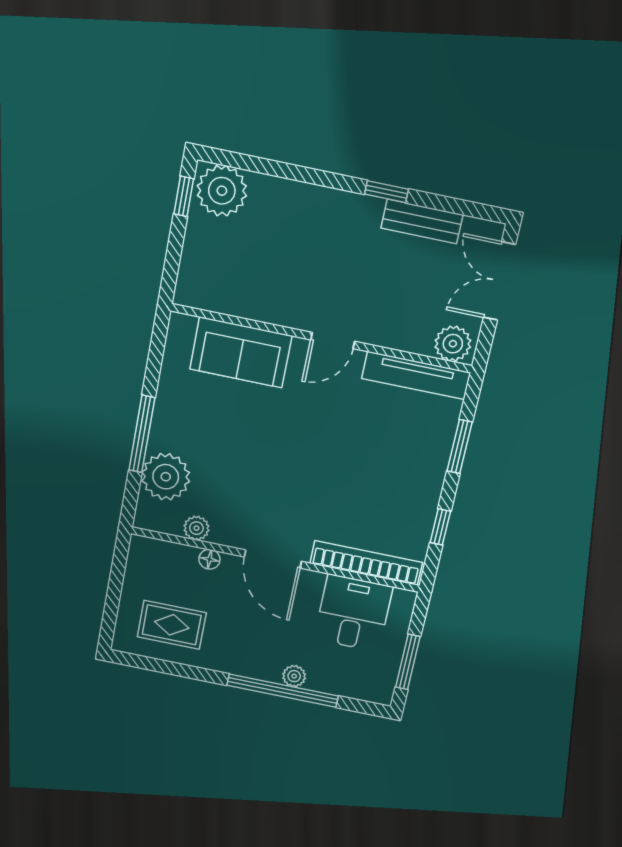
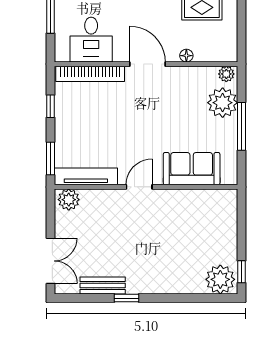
wall: (321, 338) -> (146, 187), moved
door: (333, 341) -> (139, 187), moved
plant: (453, 344) -> (69, 200), moved
sofa: (241, 352) -> (192, 169), moved
tv unit: (416, 375) -> (86, 176), moved
plant: (196, 528) -> (226, 74), moved

